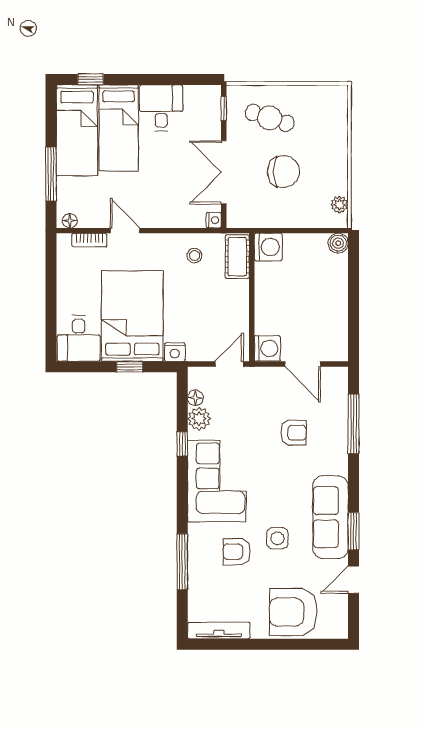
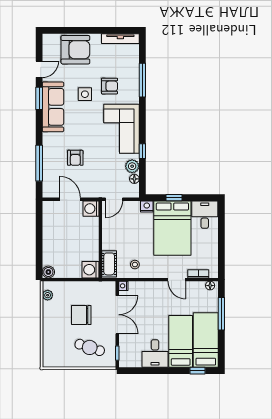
armchair: (293, 433) -> (75, 158), turned -90

